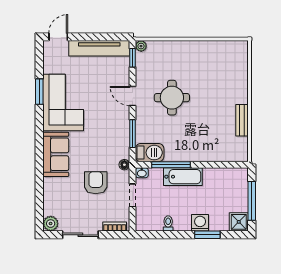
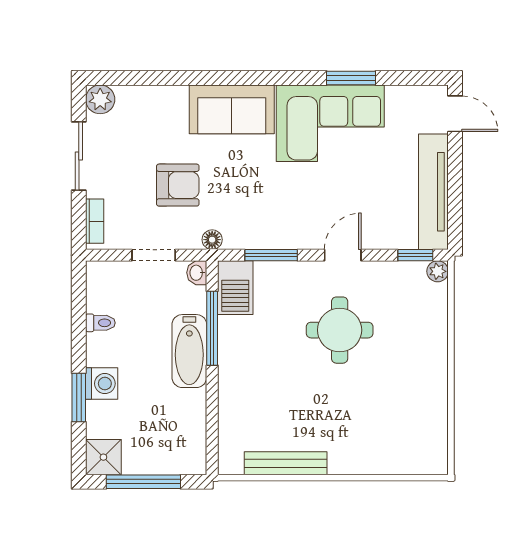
bench: (242, 120) -> (286, 463), width x1.36

